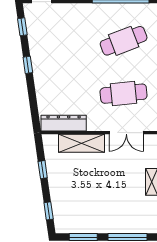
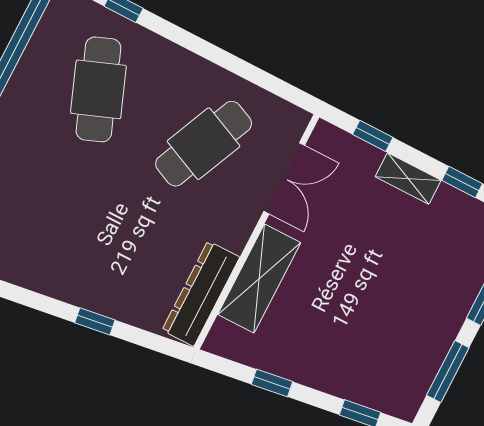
window: (28, 65) -> (95, 321), moved
cafe table: (124, 94) -> (204, 144), turned 30

